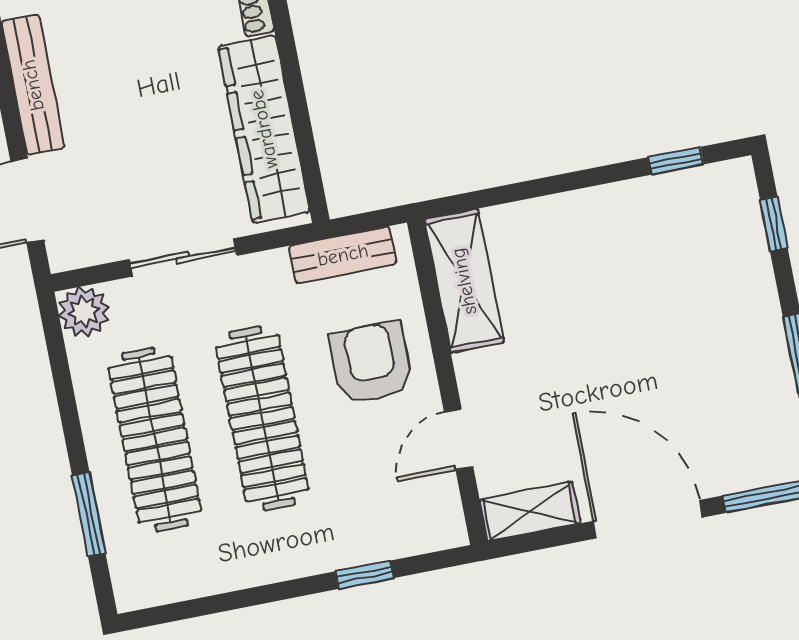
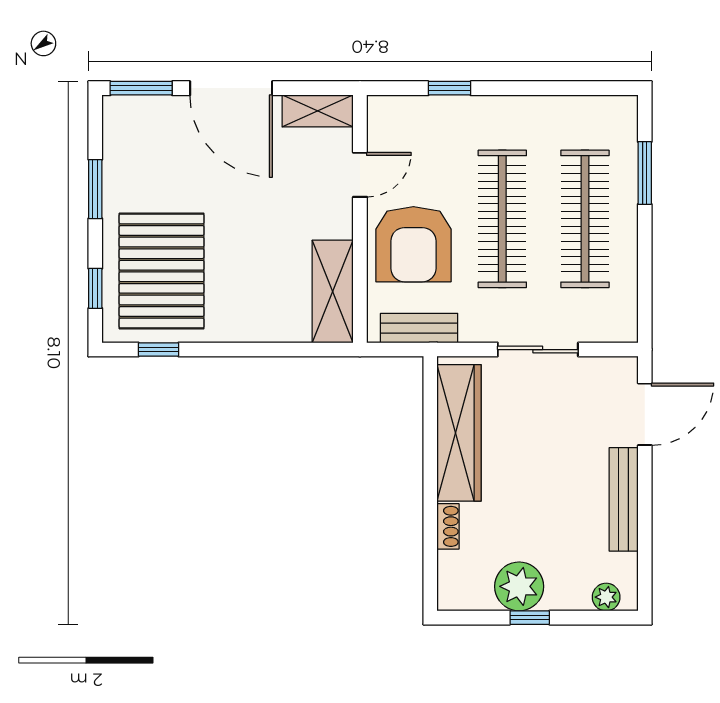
pallet: (692, 264) -> (162, 271), added
plant: (84, 312) -> (619, 324), removed
armchair: (371, 363) -> (413, 244), width x1.36, depth x1.36

